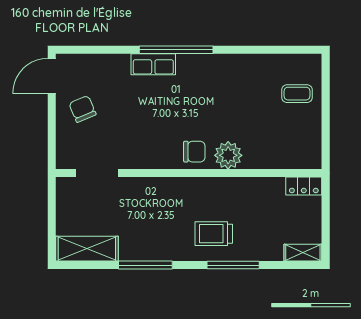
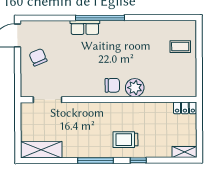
window: (145, 265) -> (96, 161), moved
window: (233, 265) -> (138, 160), width x0.46

